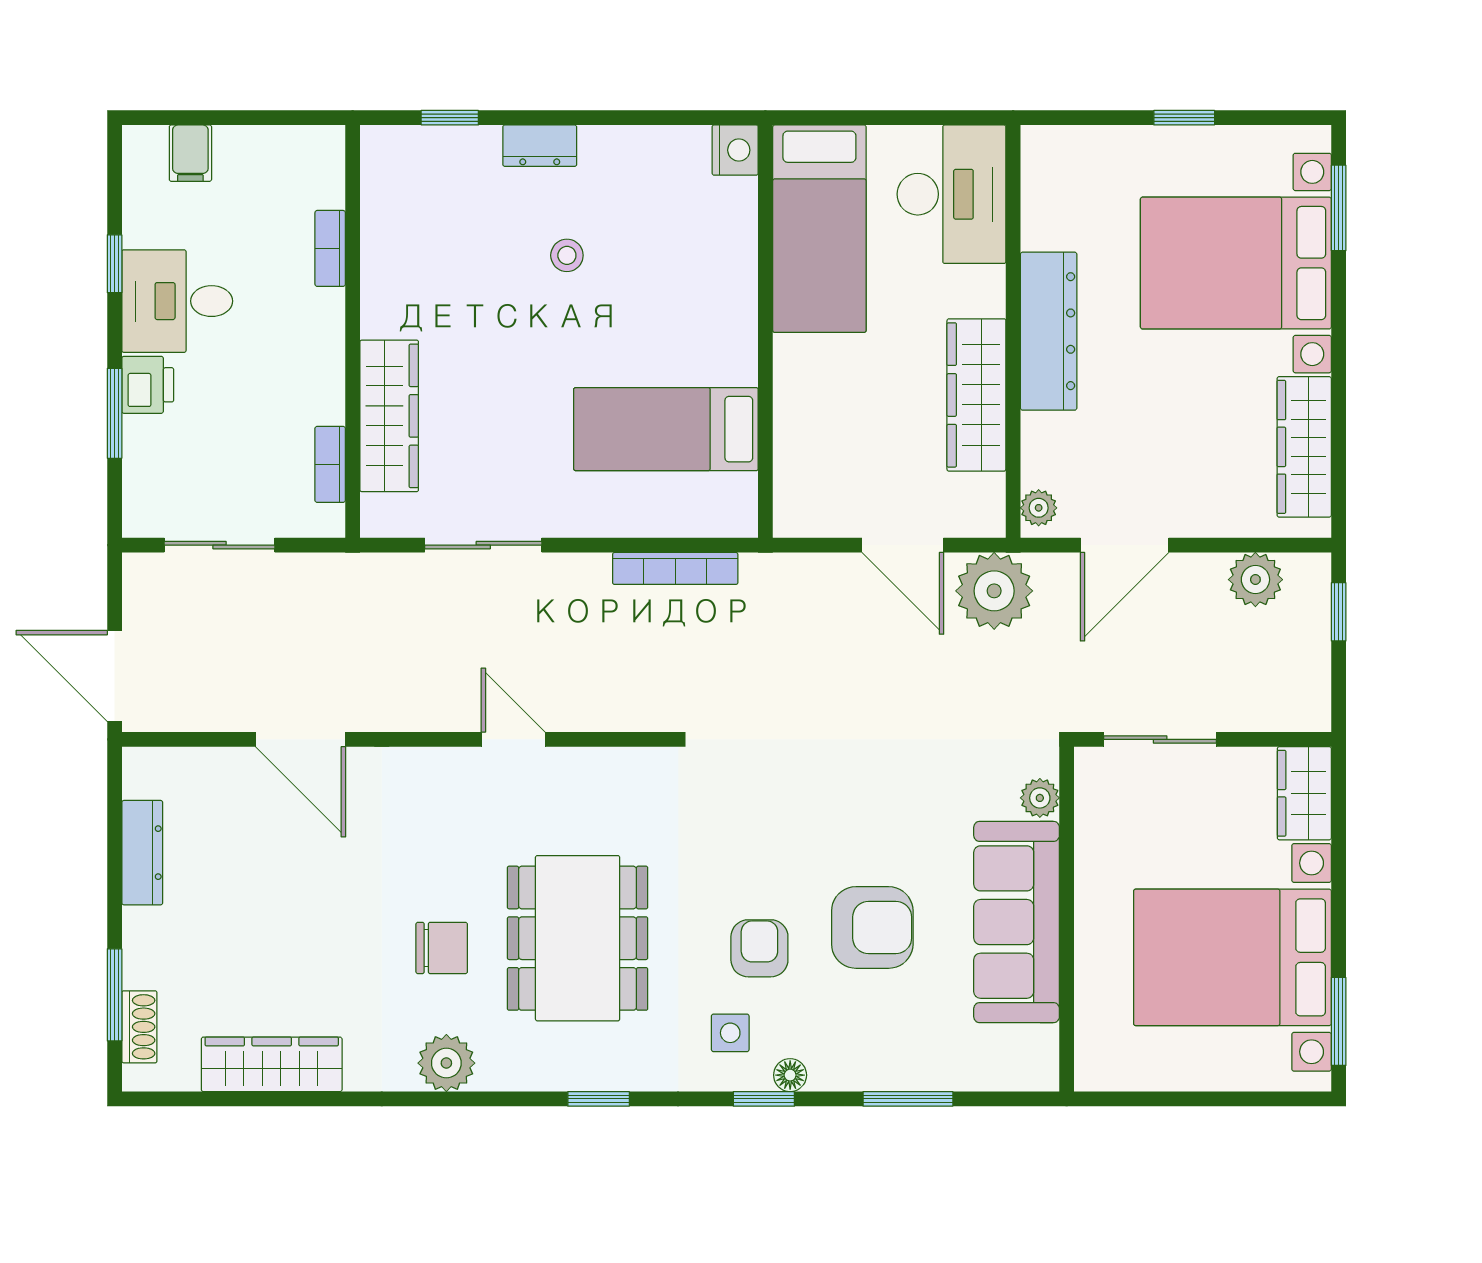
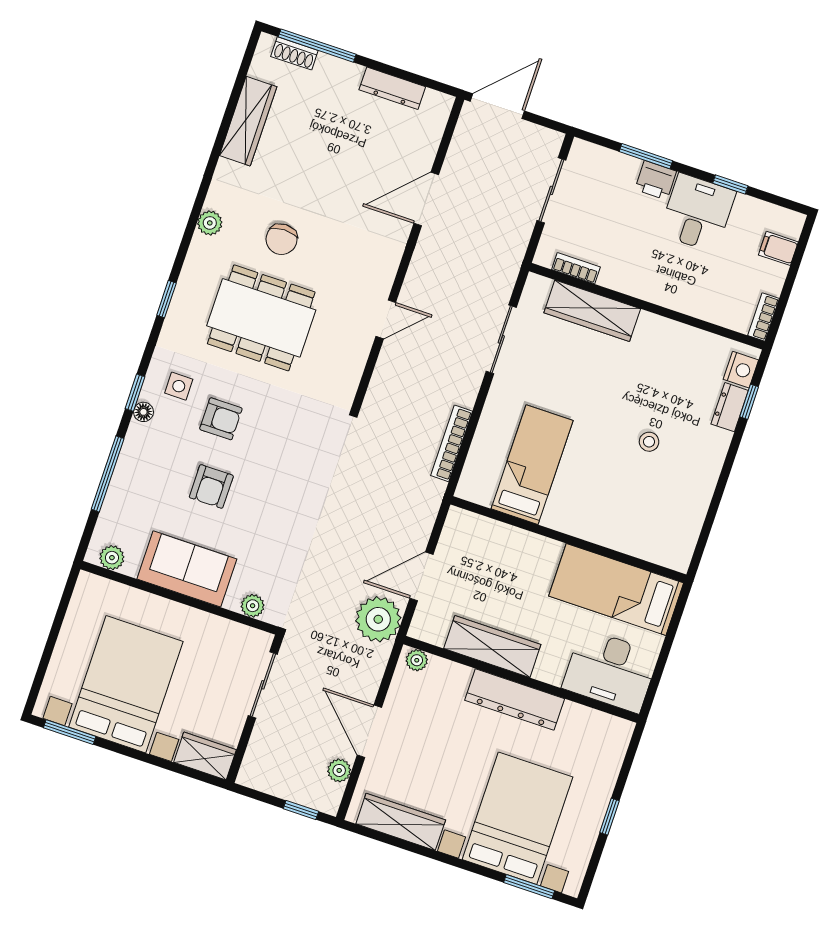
dresser: (540, 146) -> (730, 407), moved
nightstand: (735, 150) -> (741, 370), moved, turned -90
bookcase: (330, 248) -> (764, 317), moved, turned -90
door: (1125, 545) -> (369, 731), moved
plant: (1255, 580) -> (339, 770), width x0.73, depth x0.73
sofa: (1017, 922) -> (187, 569), width x0.73
armchair: (872, 927) -> (211, 486), width x0.72, depth x0.72
window: (115, 995) -> (317, 46), width x1.44
plant: (1039, 1047) -> (112, 558), added
plant: (446, 1063) -> (210, 223), width x0.73, depth x0.73
window: (908, 1099) -> (108, 474), width x1.44

